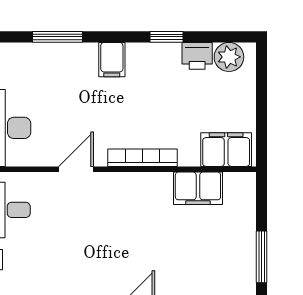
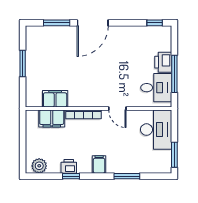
printer: (197, 56) -> (69, 166), moved
filing cabinet: (226, 150) -> (52, 118), moved
door: (76, 169) -> (117, 108), hinge flipped

